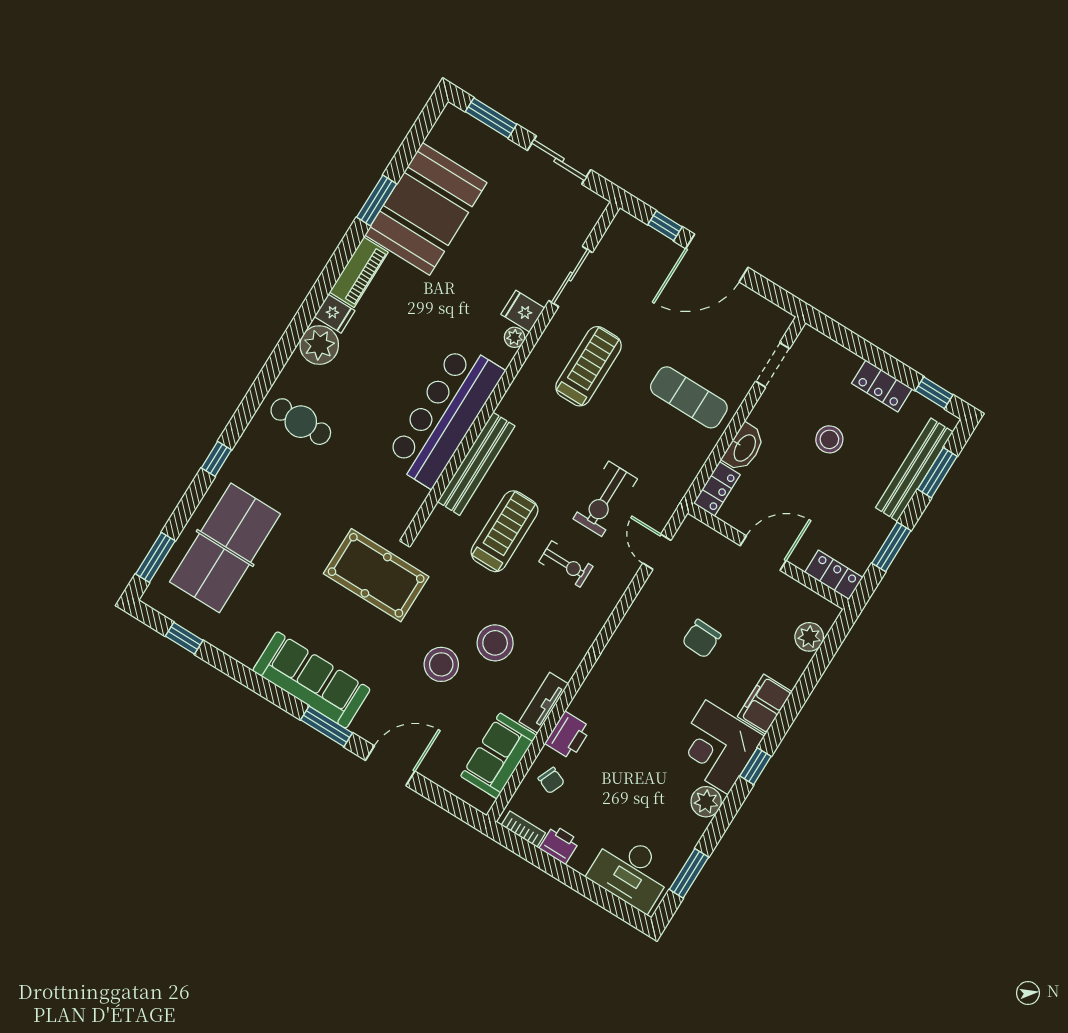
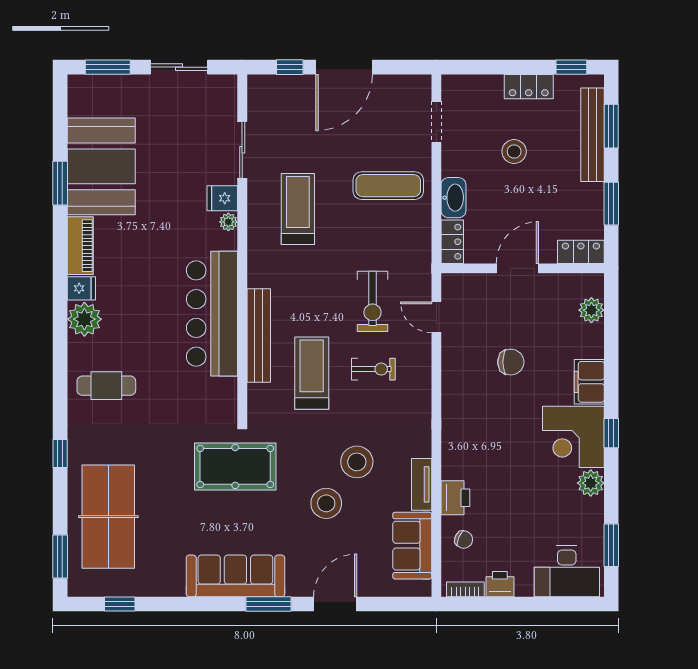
chair: (701, 639) -> (511, 362), turned -92

